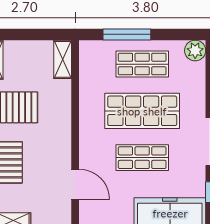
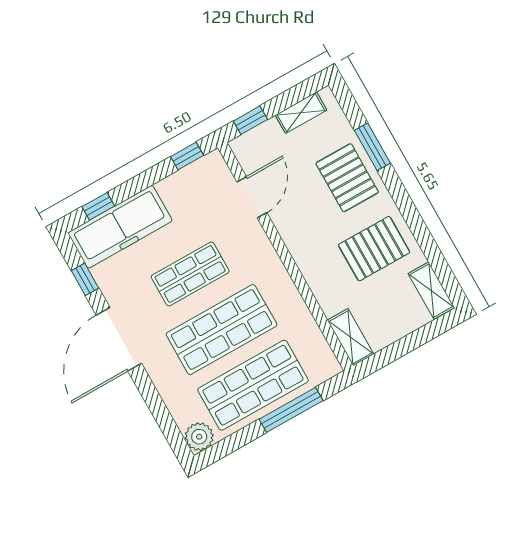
shop shelf: (142, 64) -> (253, 385), width x1.43, depth x1.36
door: (75, 184) -> (252, 197), swing flipped

